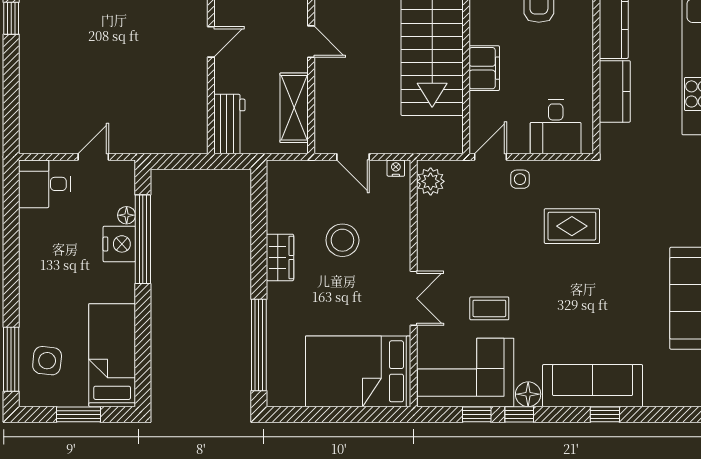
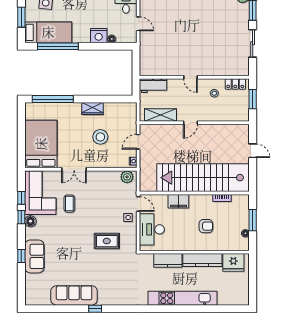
desk: (556, 127) -> (152, 229), width x1.37
rug: (572, 226) -> (107, 241), turned 90
window: (143, 239) -> (58, 46), moved
sofa: (593, 386) -> (34, 256), width x0.73

